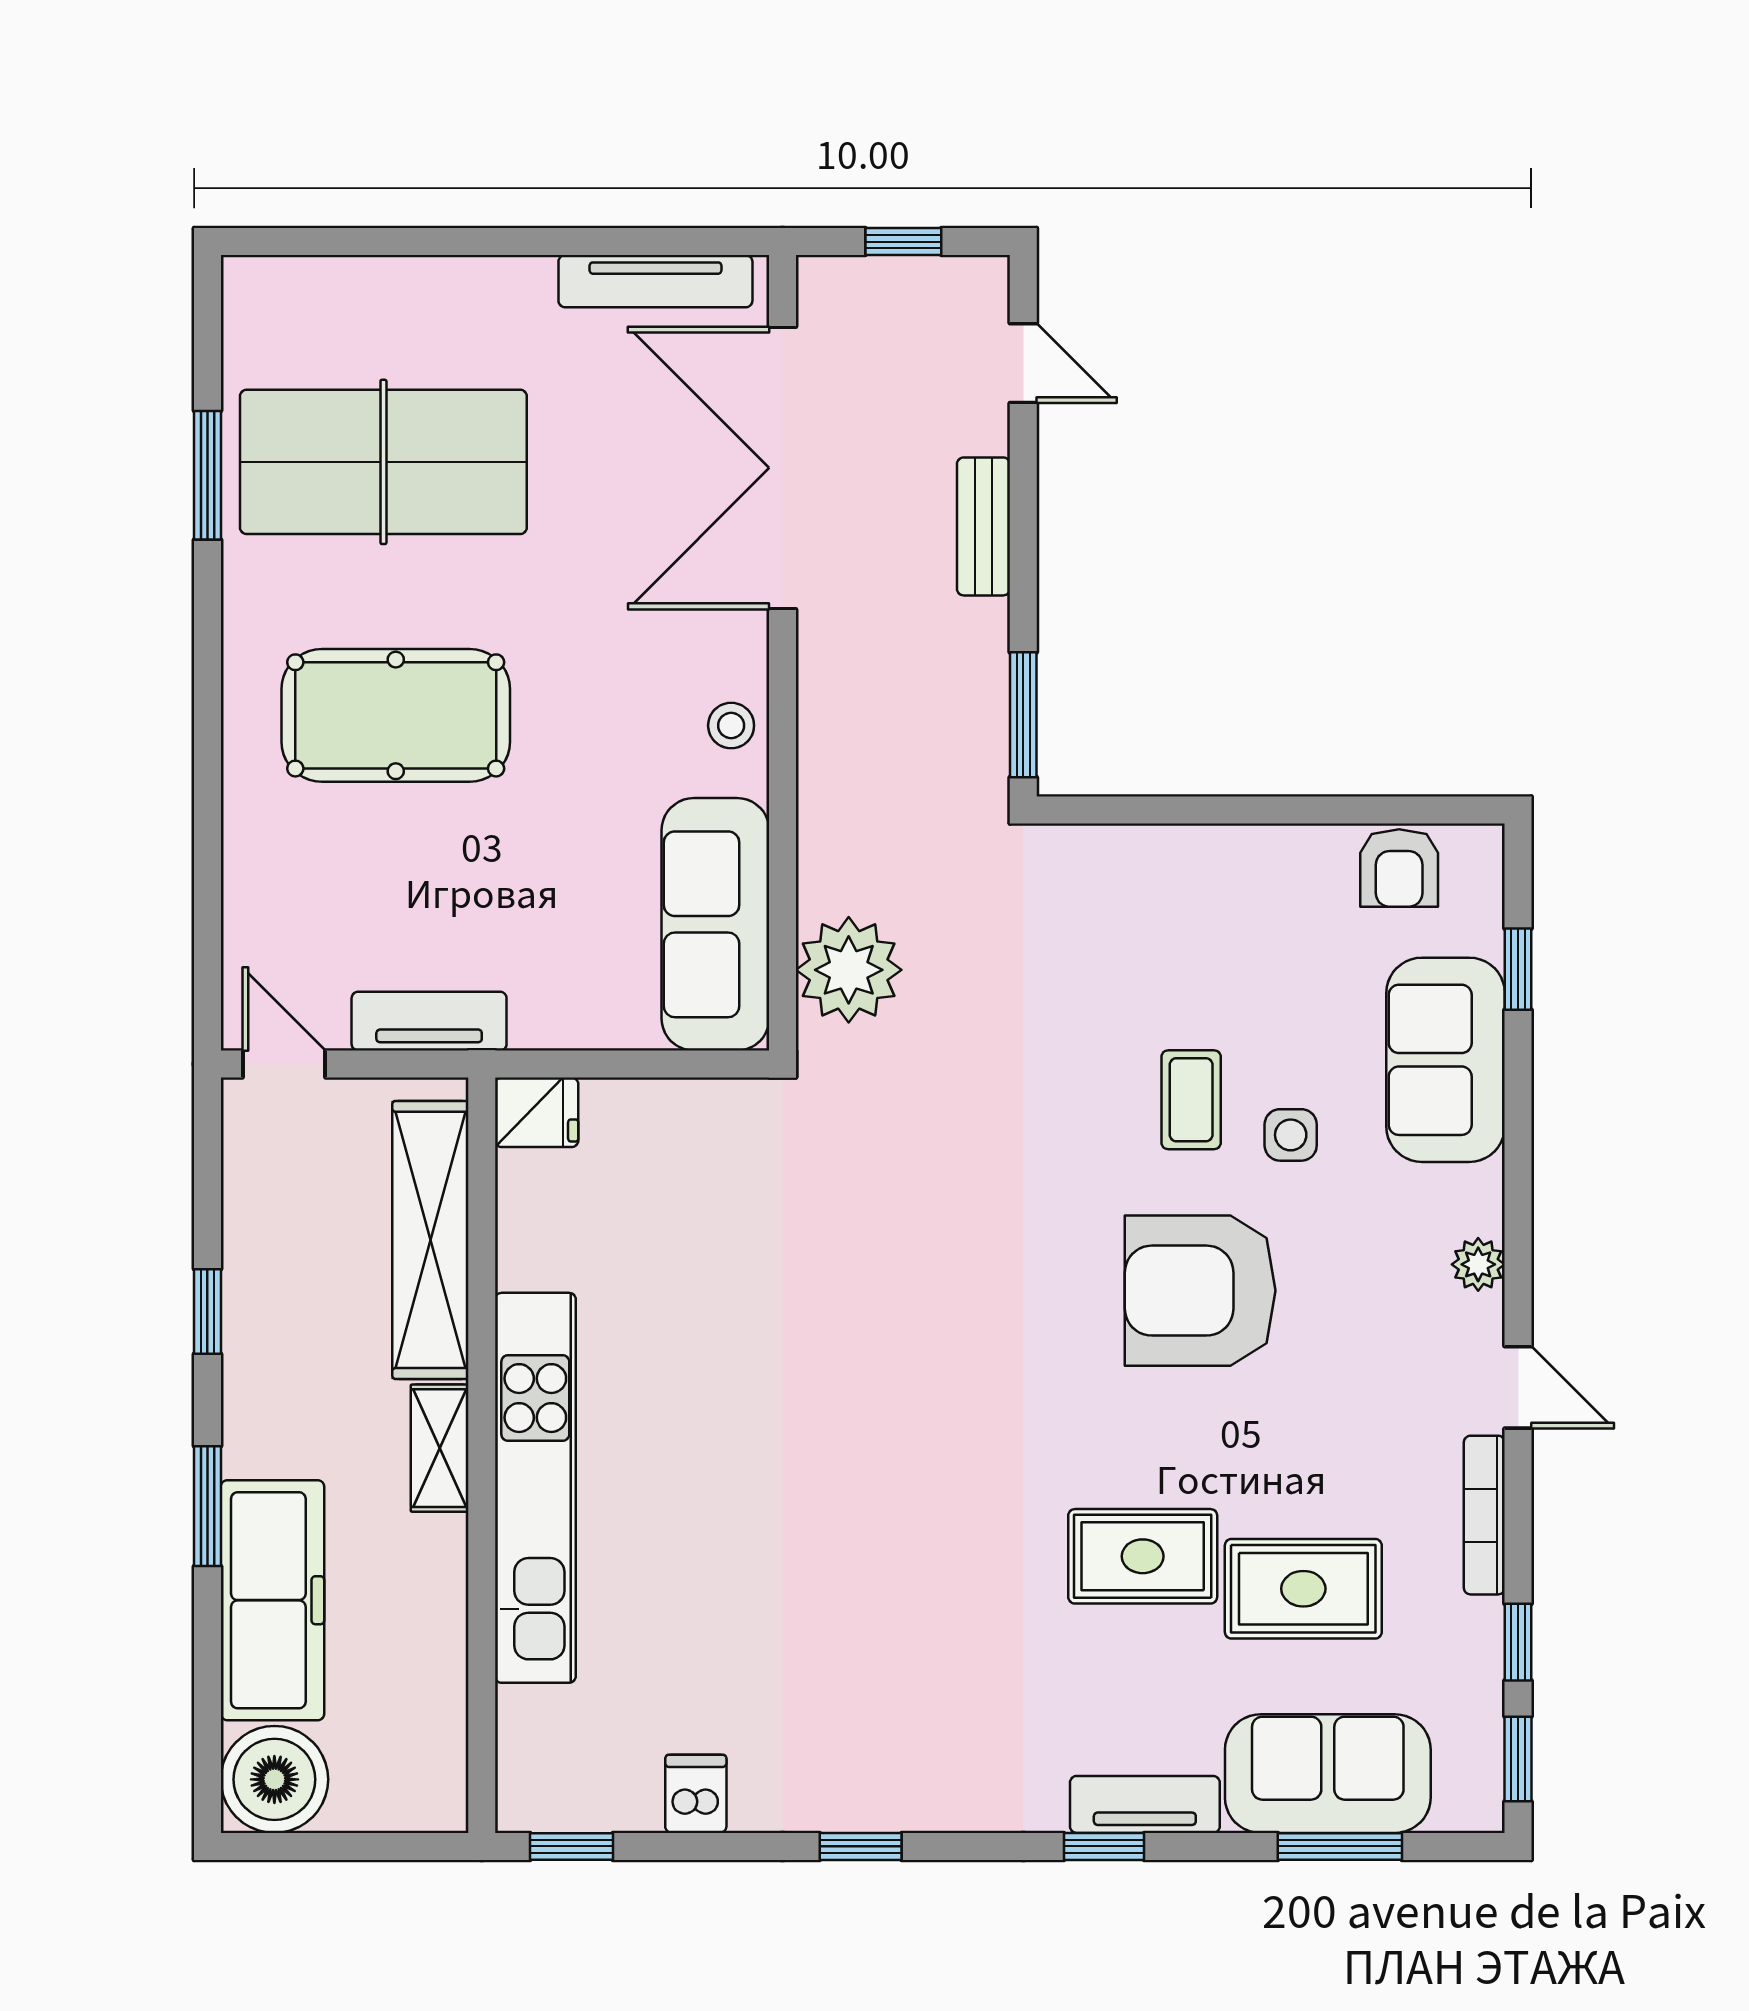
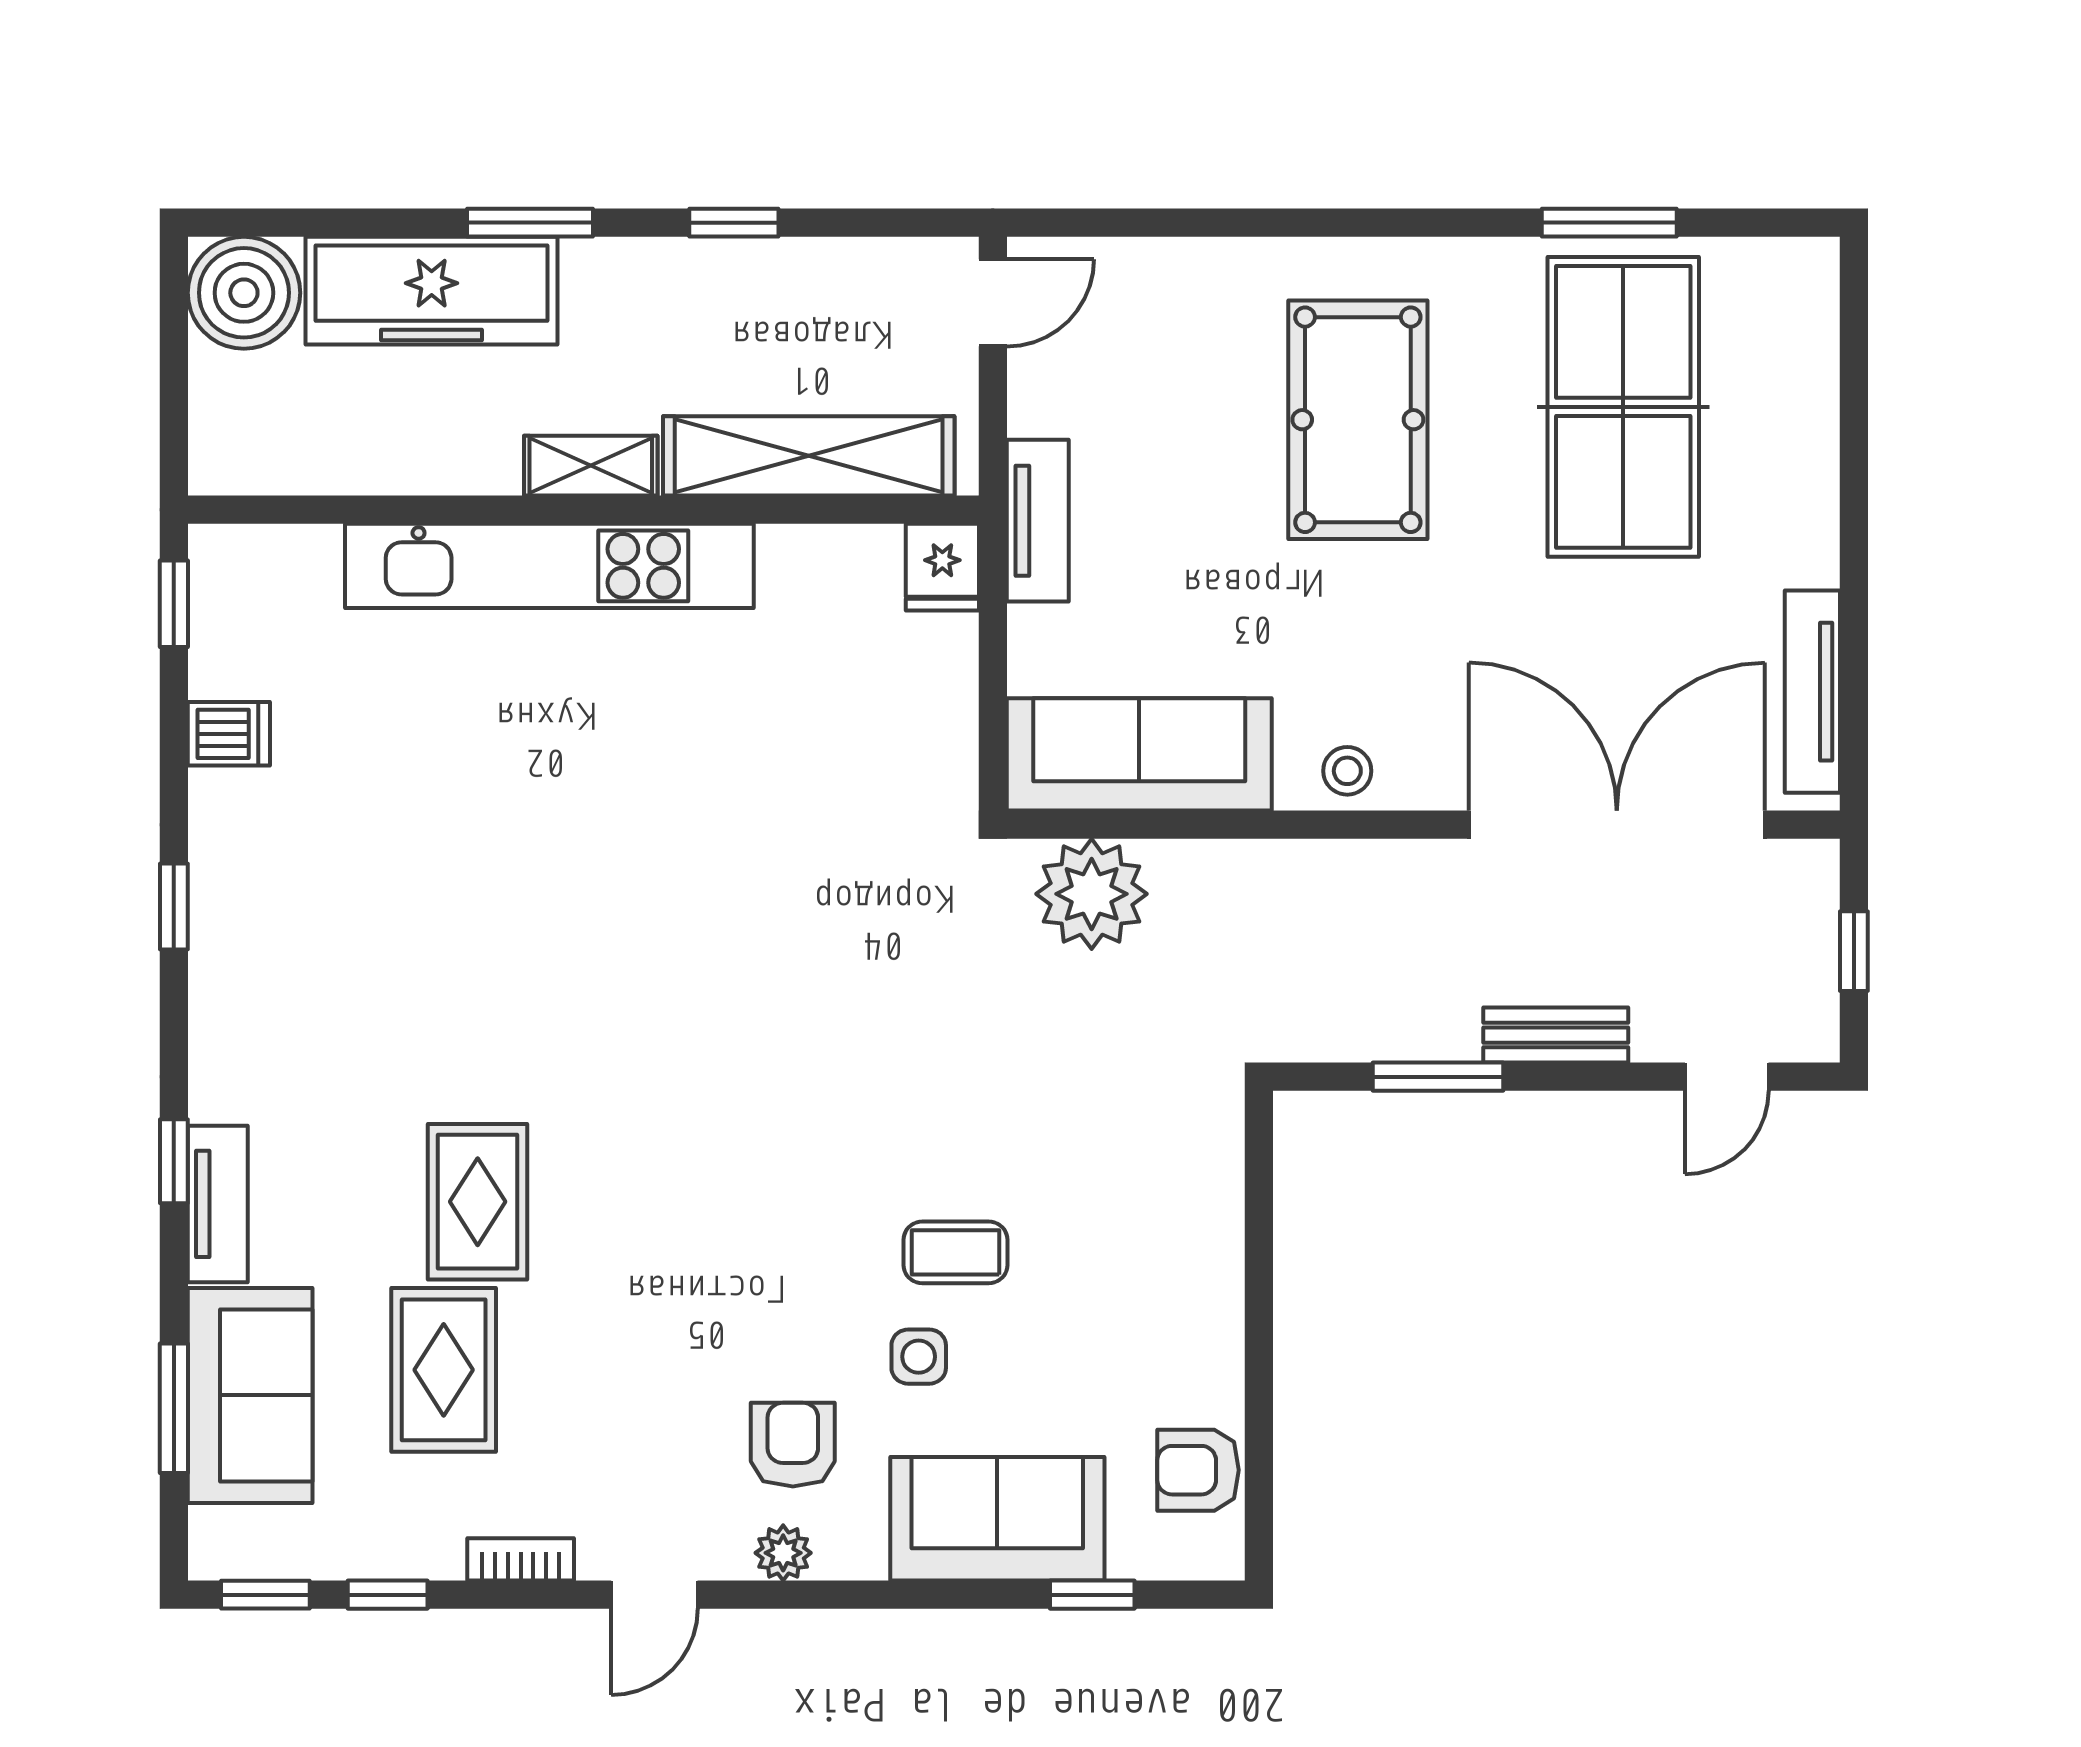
window: (1023, 715) -> (1438, 1077), moved
tv unit: (429, 1021) -> (1038, 521), moved
armchair: (1200, 1291) -> (793, 1445), moved, width x0.53, depth x0.53
bookcase: (1484, 1515) -> (521, 1559), width x0.64

